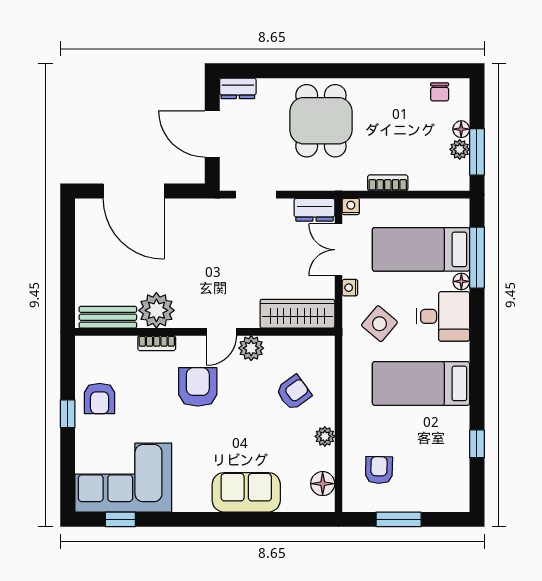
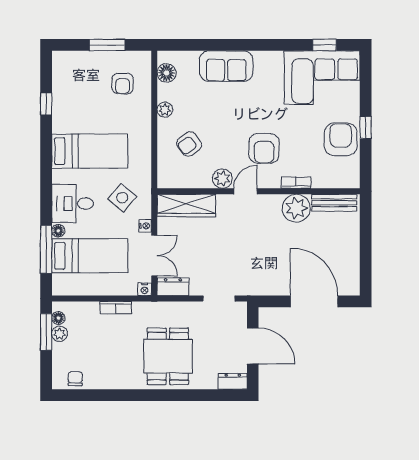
floor lamp: (461, 129) -> (58, 318), moved
armchair: (100, 399) -> (341, 139), width x1.38, depth x1.38

